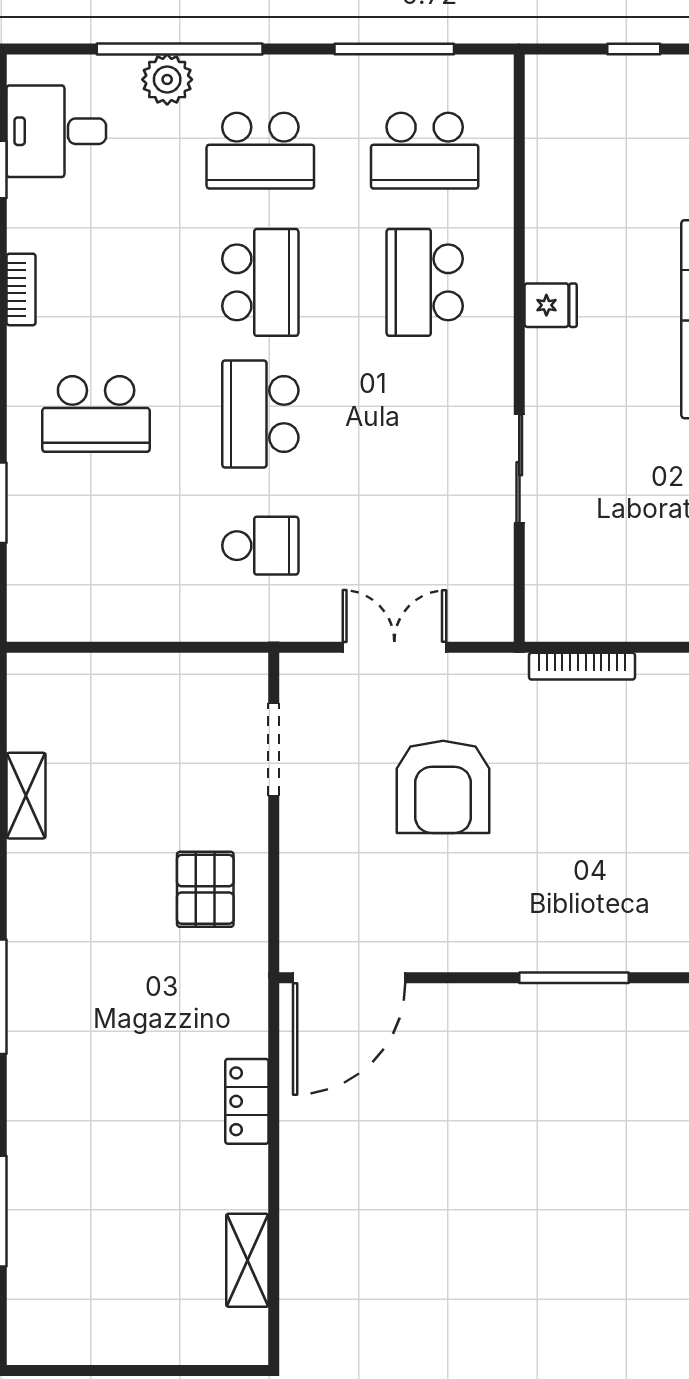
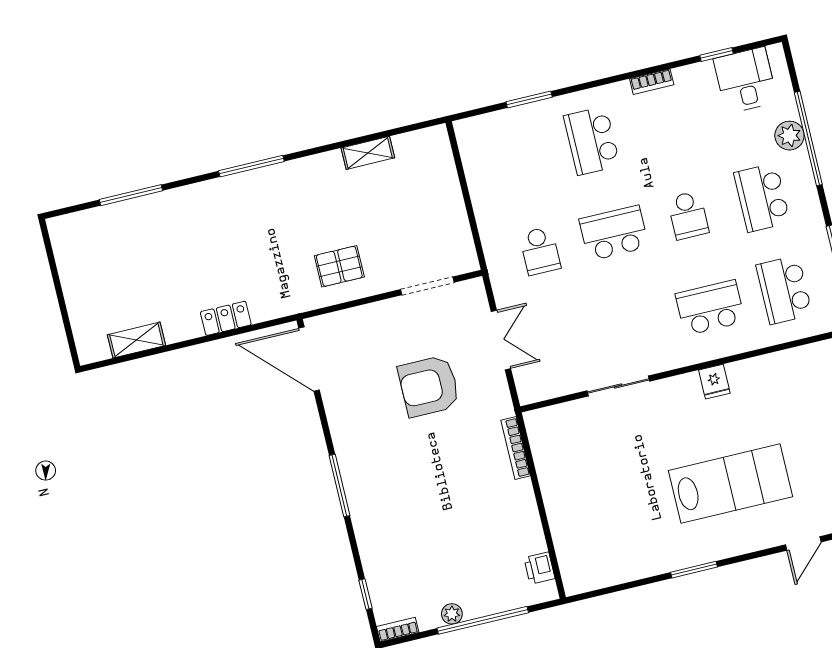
school desk: (260, 282) -> (688, 215), width x0.54

